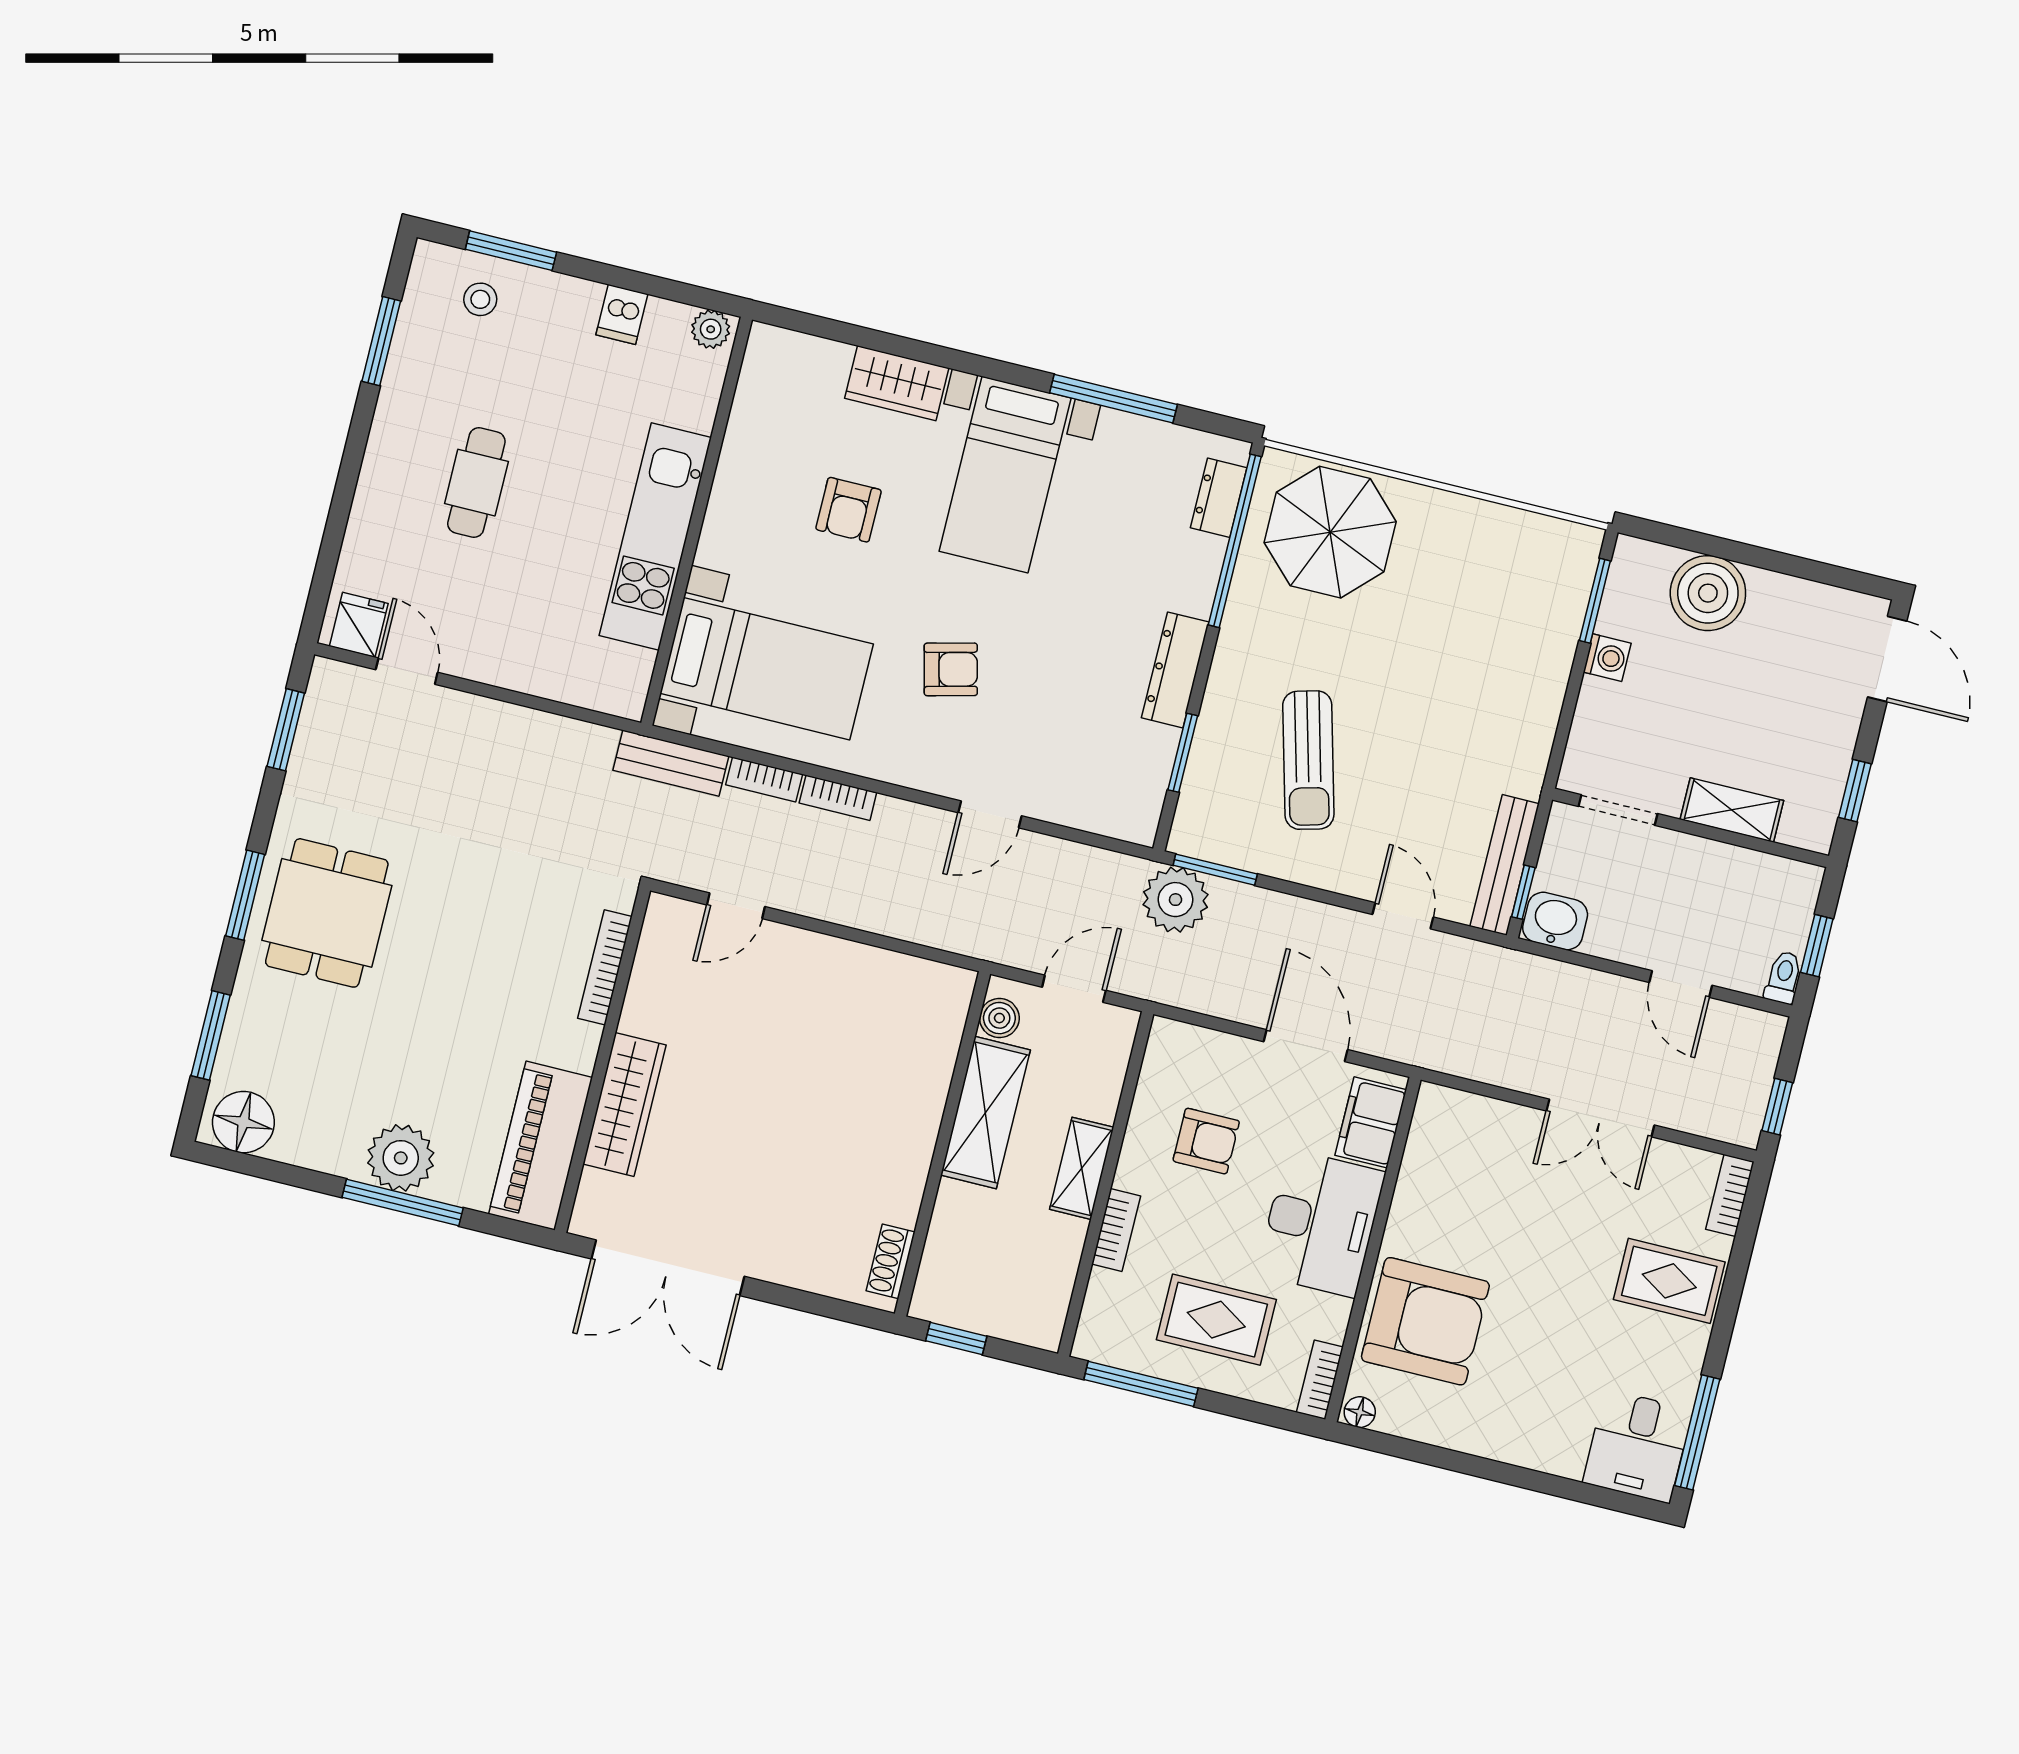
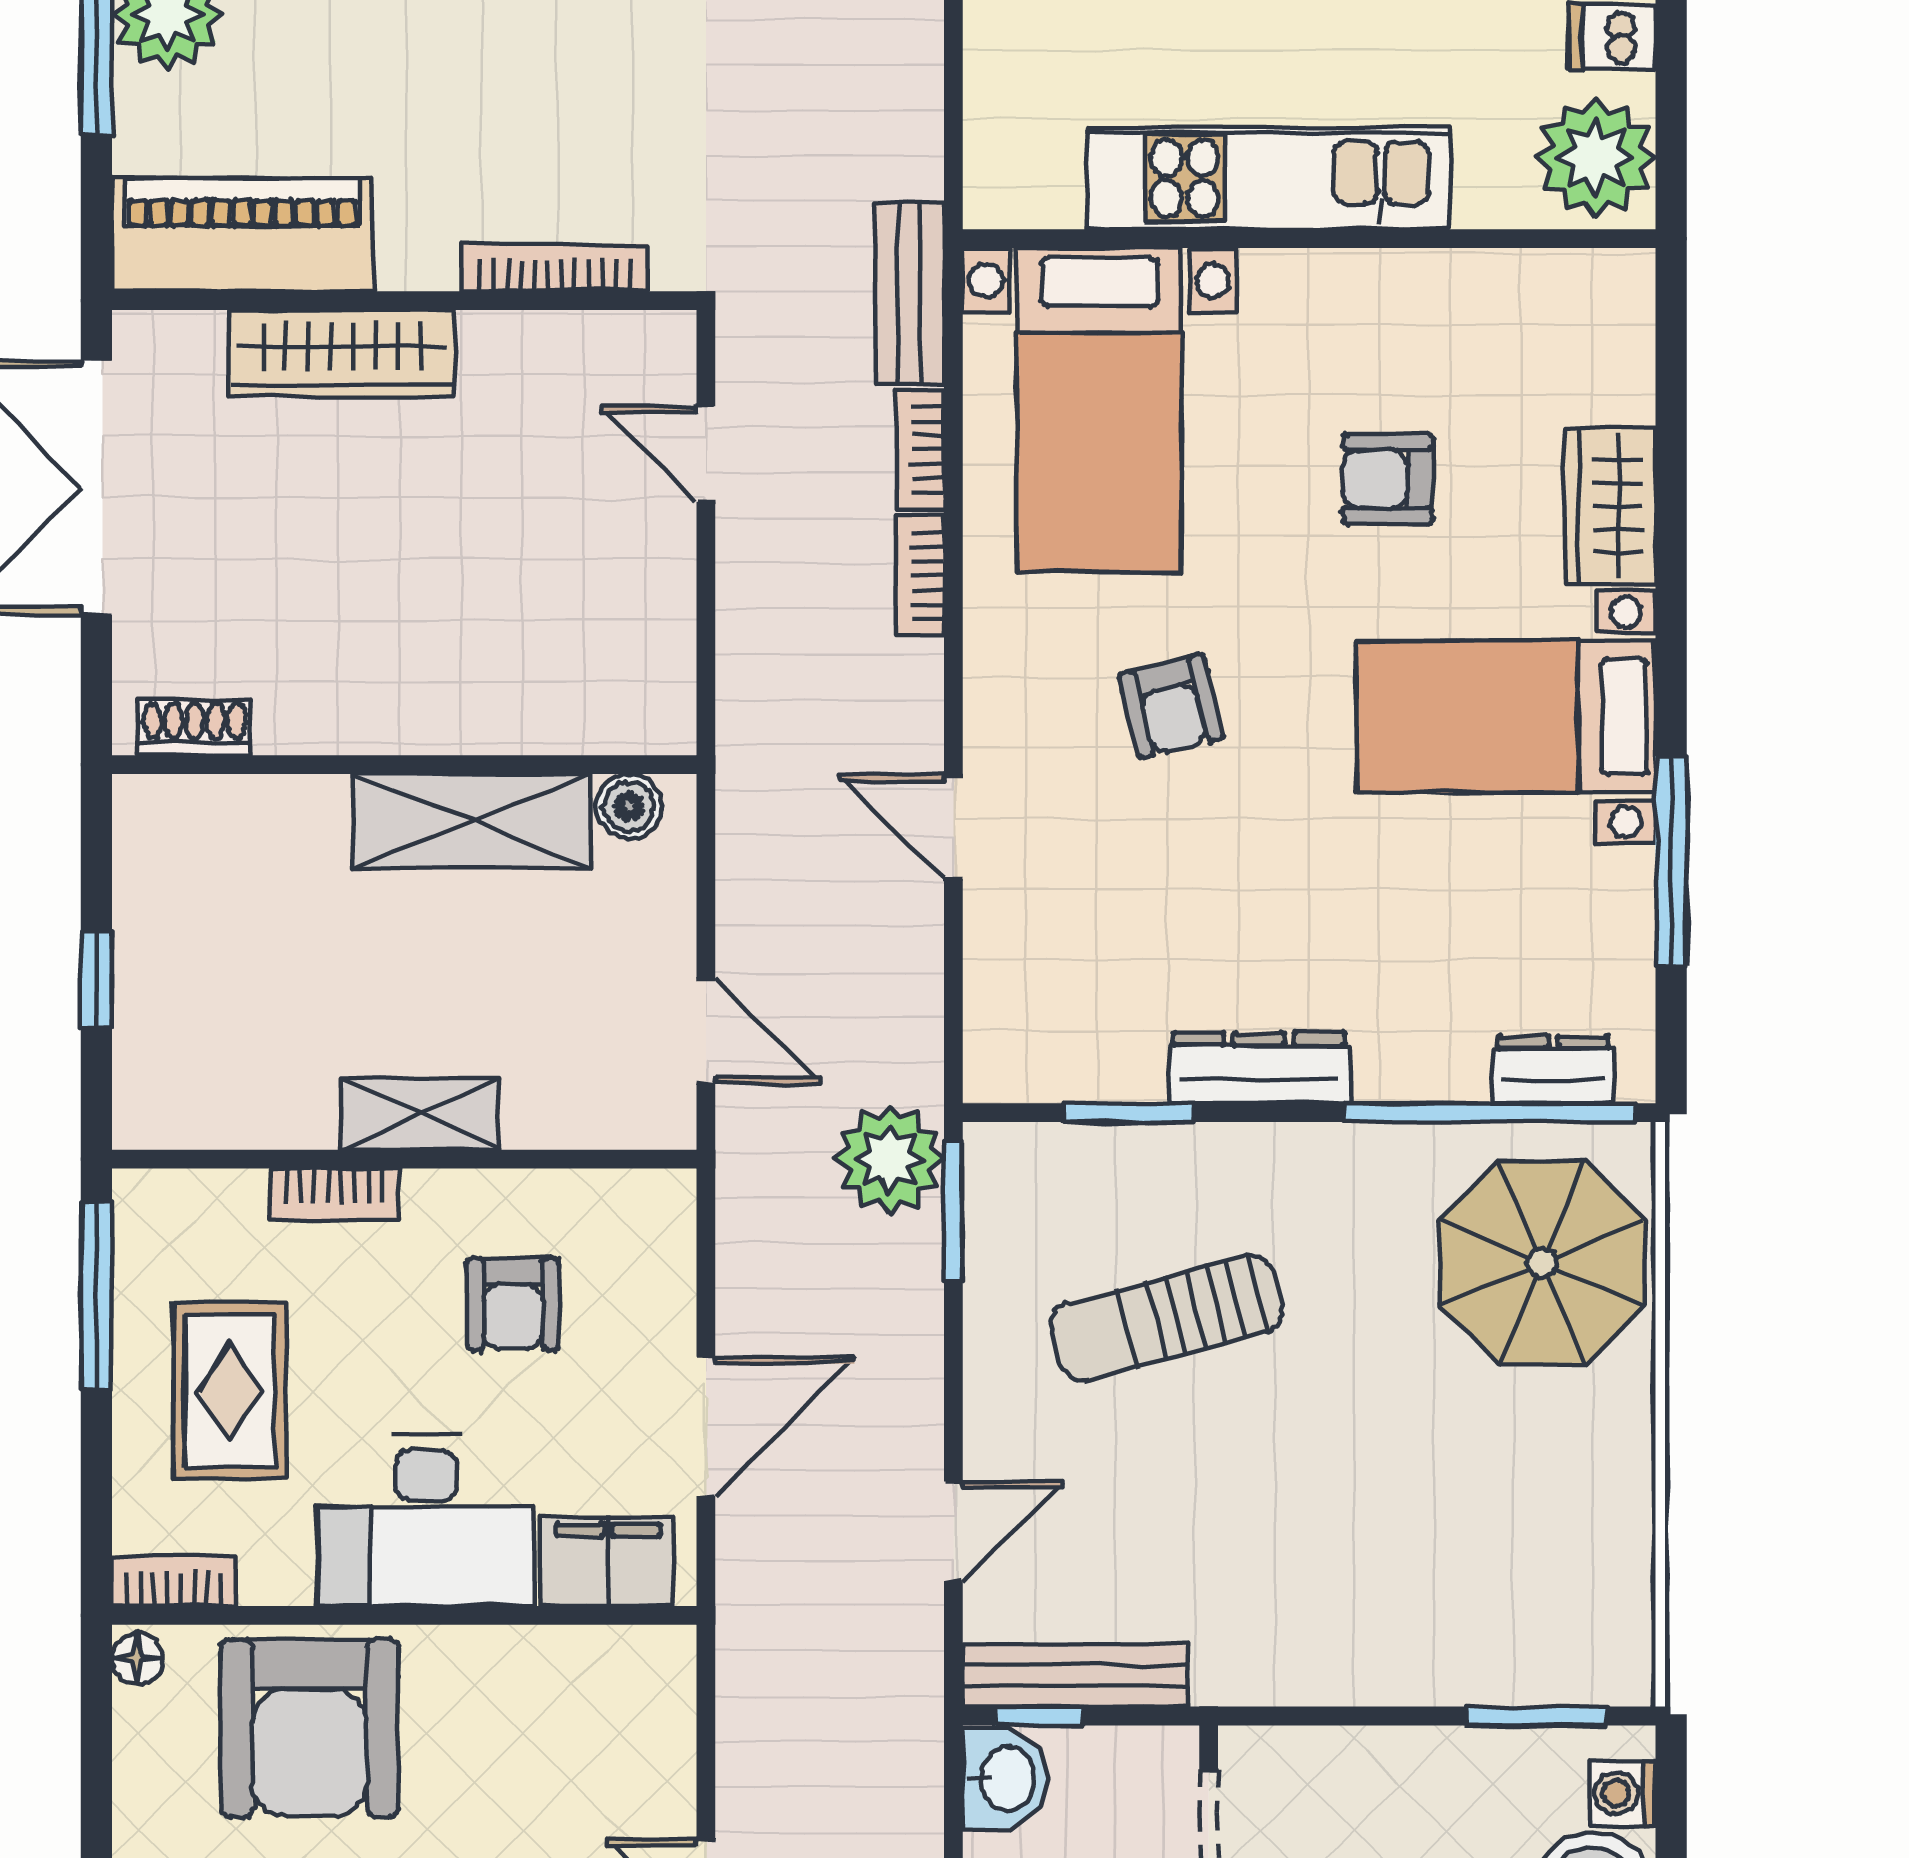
plant: (711, 329) -> (1596, 158), width x1.87, depth x1.87
washing machine: (1607, 658) -> (1623, 1794), moved, turned 90
boiler: (999, 1018) -> (629, 807), moved
shelving: (985, 1112) -> (472, 821), moved
wall: (942, 1144) -> (404, 765), moved
shoe rack: (891, 1261) -> (195, 728), moved

